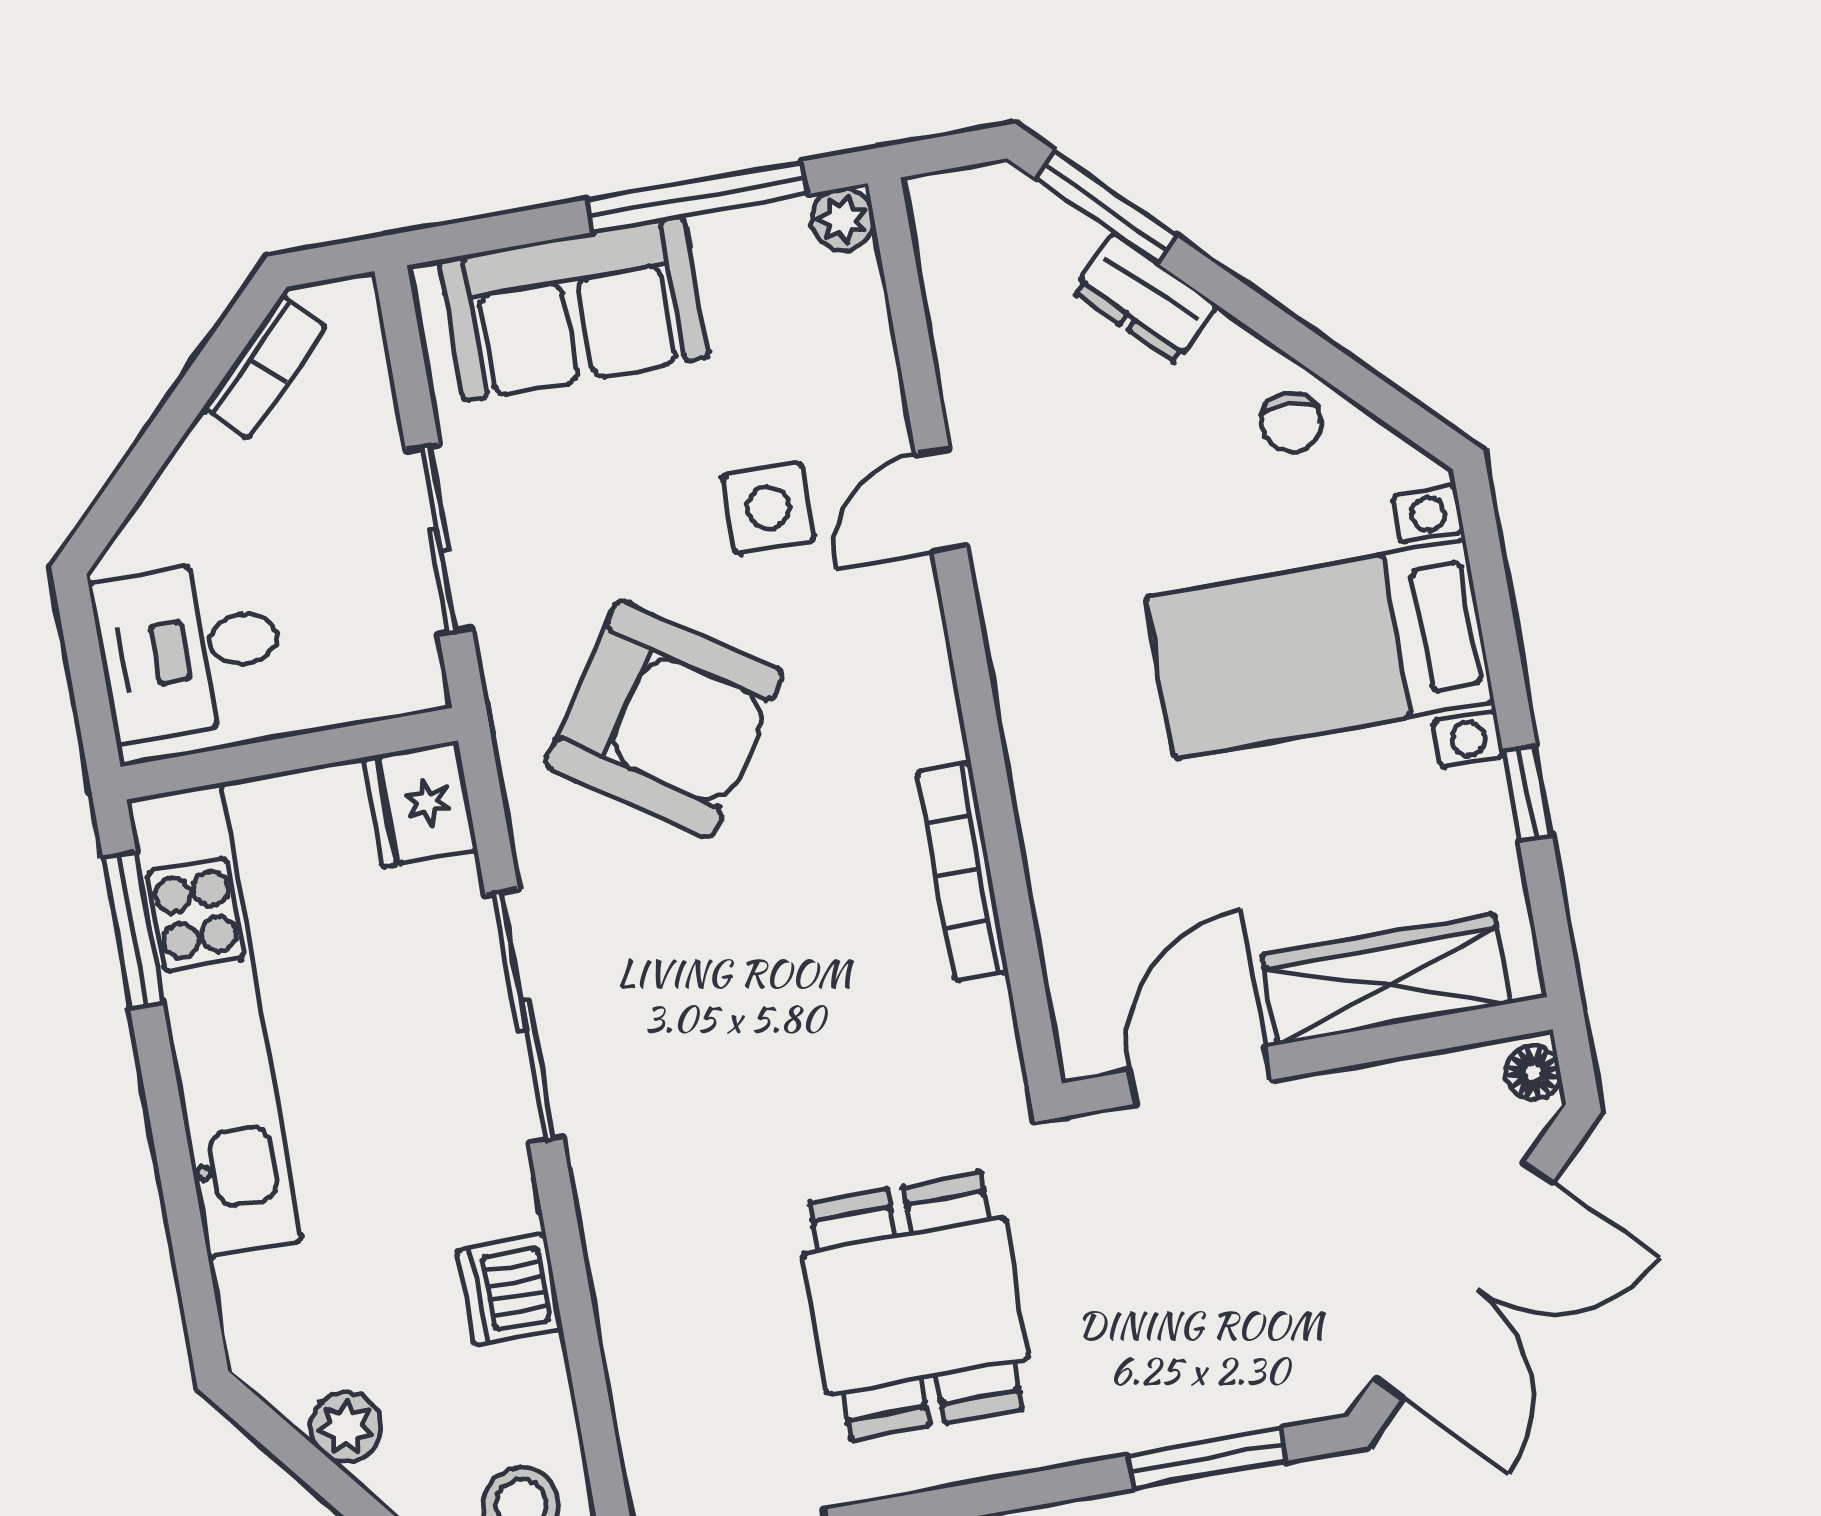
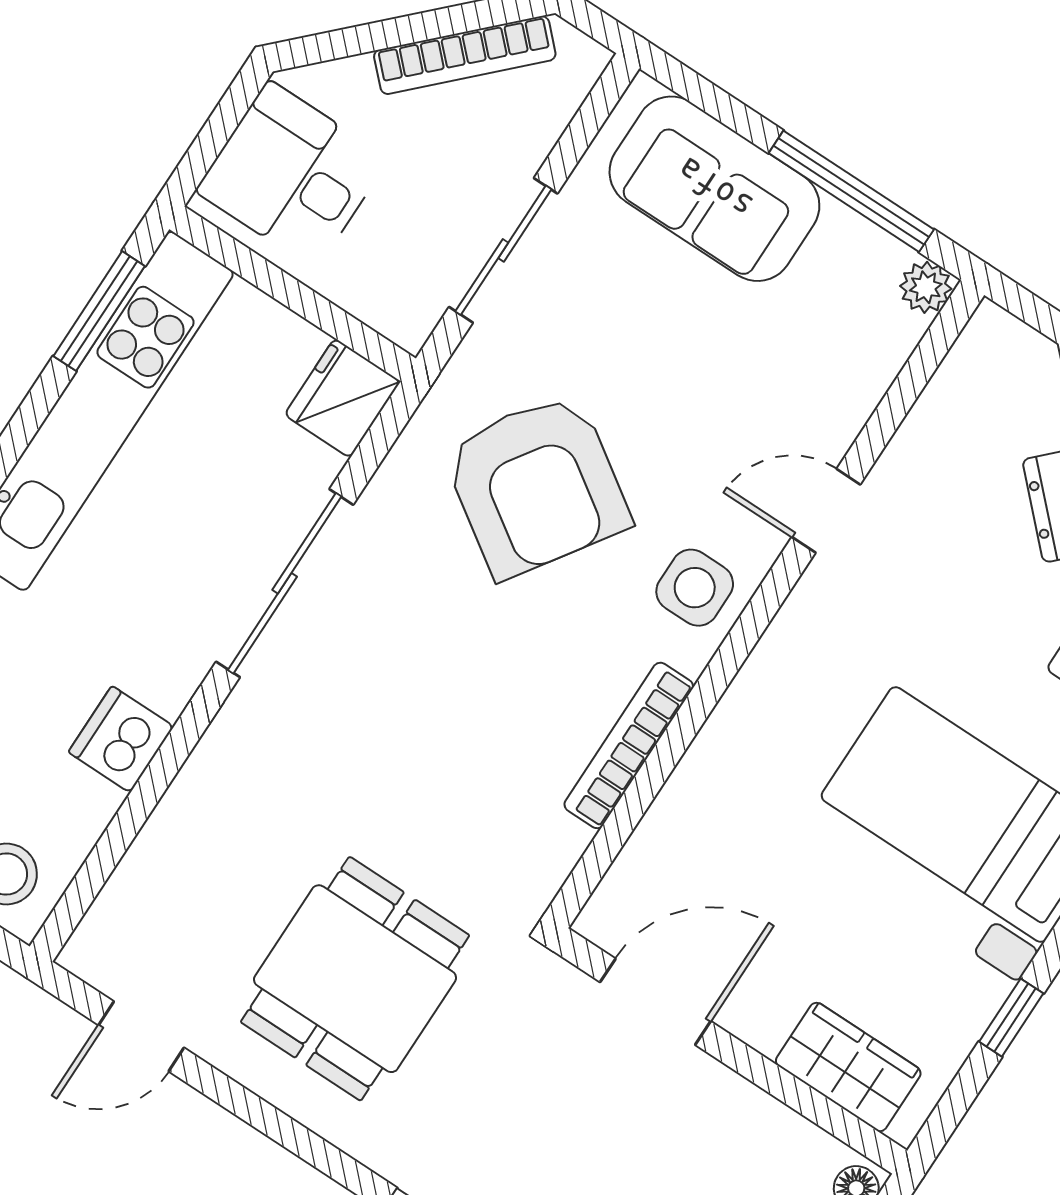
bookcase: (264, 367) -> (465, 55), width x1.56
side table: (768, 508) -> (695, 588), moved
wardrobe: (1386, 979) -> (848, 1067), width x0.67

